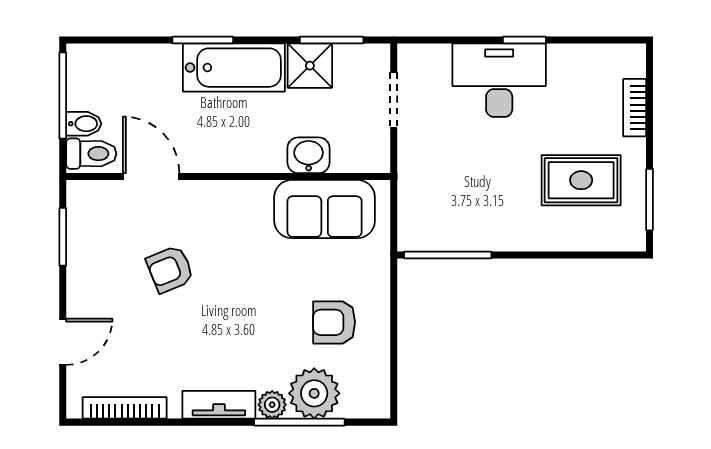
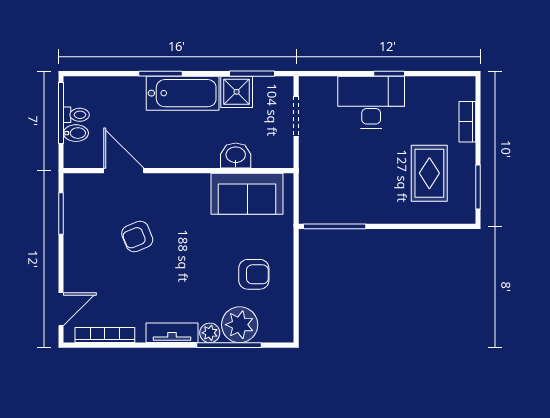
toilet: (91, 154) -> (76, 115), moved, width x0.73, depth x0.72
rug: (581, 180) -> (429, 173), turned 90
armchair: (334, 322) -> (254, 274), turned 180
door: (63, 342) -> (61, 309), moved

